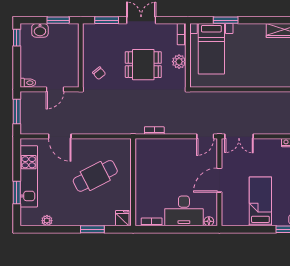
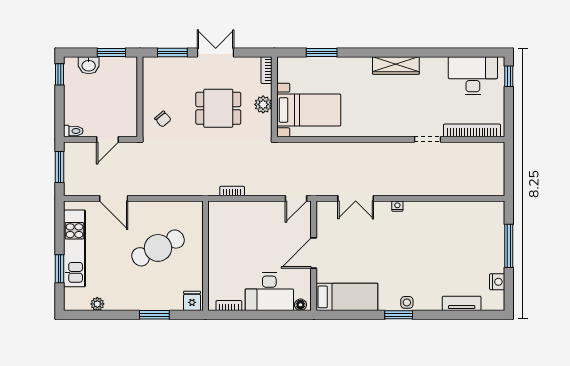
bed with nightstands: (211, 49) -> (309, 110), moved, turned -90
double door: (239, 136) -> (356, 198), moved
bed: (260, 201) -> (347, 297), moved, turned 90

